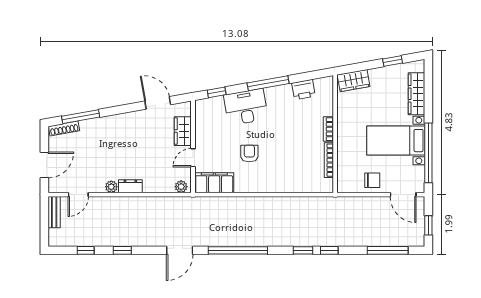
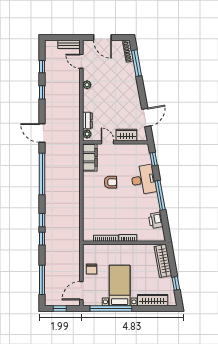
wardrobe: (354, 81) -> (163, 261), width x1.50
dresser: (130, 186) -> (87, 120), moved

